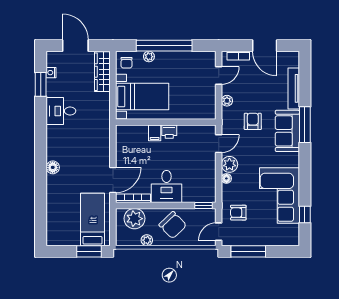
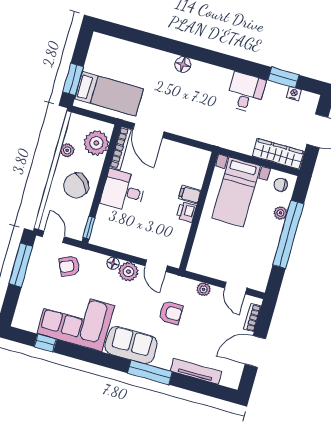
sofa: (287, 131) -> (131, 345), moved
armchair: (238, 213) -> (69, 266), turned -116

